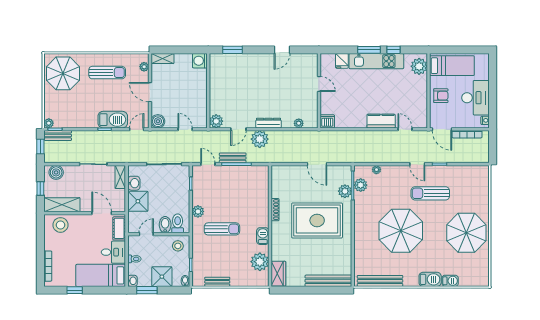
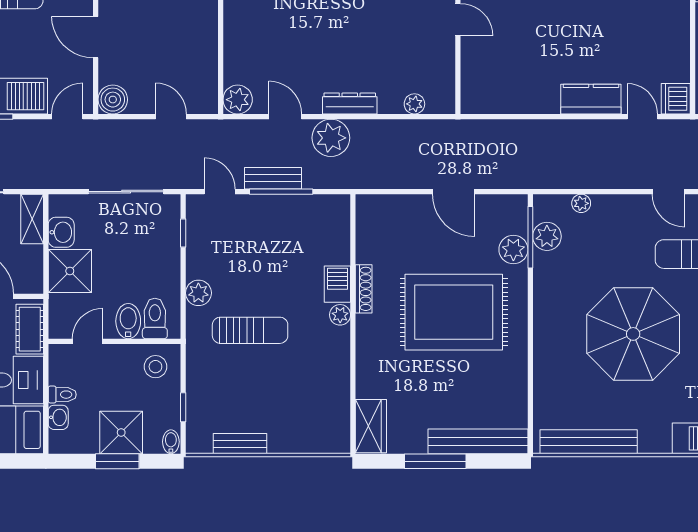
dishwasher: (327, 121) -> (676, 99), moved, turned -90
door: (238, 129) -> (285, 117), swing flipped
barbecue: (263, 236) -> (337, 284), moved
plant: (260, 262) -> (340, 315), moved, width x0.53, depth x0.53
washbasin: (132, 281) -> (58, 417), moved
window: (147, 290) -> (117, 461), moved
window: (308, 290) -> (435, 461), added

